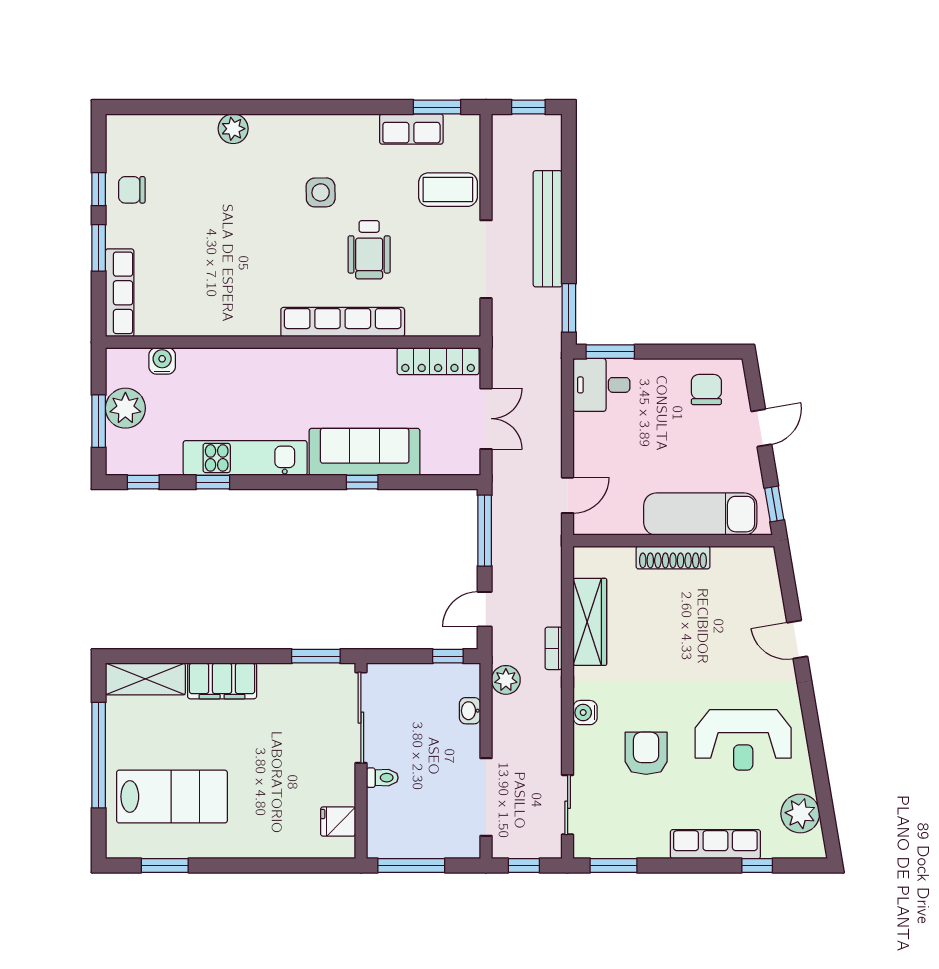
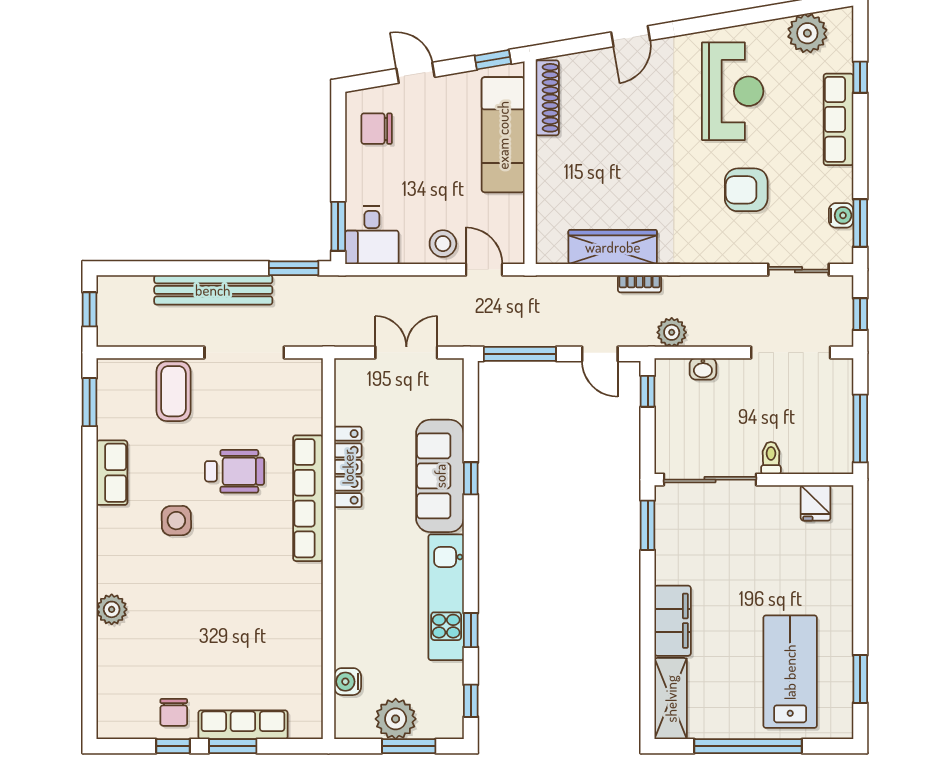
row of seats: (411, 129) -> (112, 473), moved
row of seats: (120, 293) -> (243, 725), moved
locker: (438, 361) -> (348, 467), moved
stool: (593, 455) -> (443, 244), added
shoe rack: (673, 557) -> (547, 98), moved
water cooler: (585, 713) -> (841, 215), moved, turned -90

